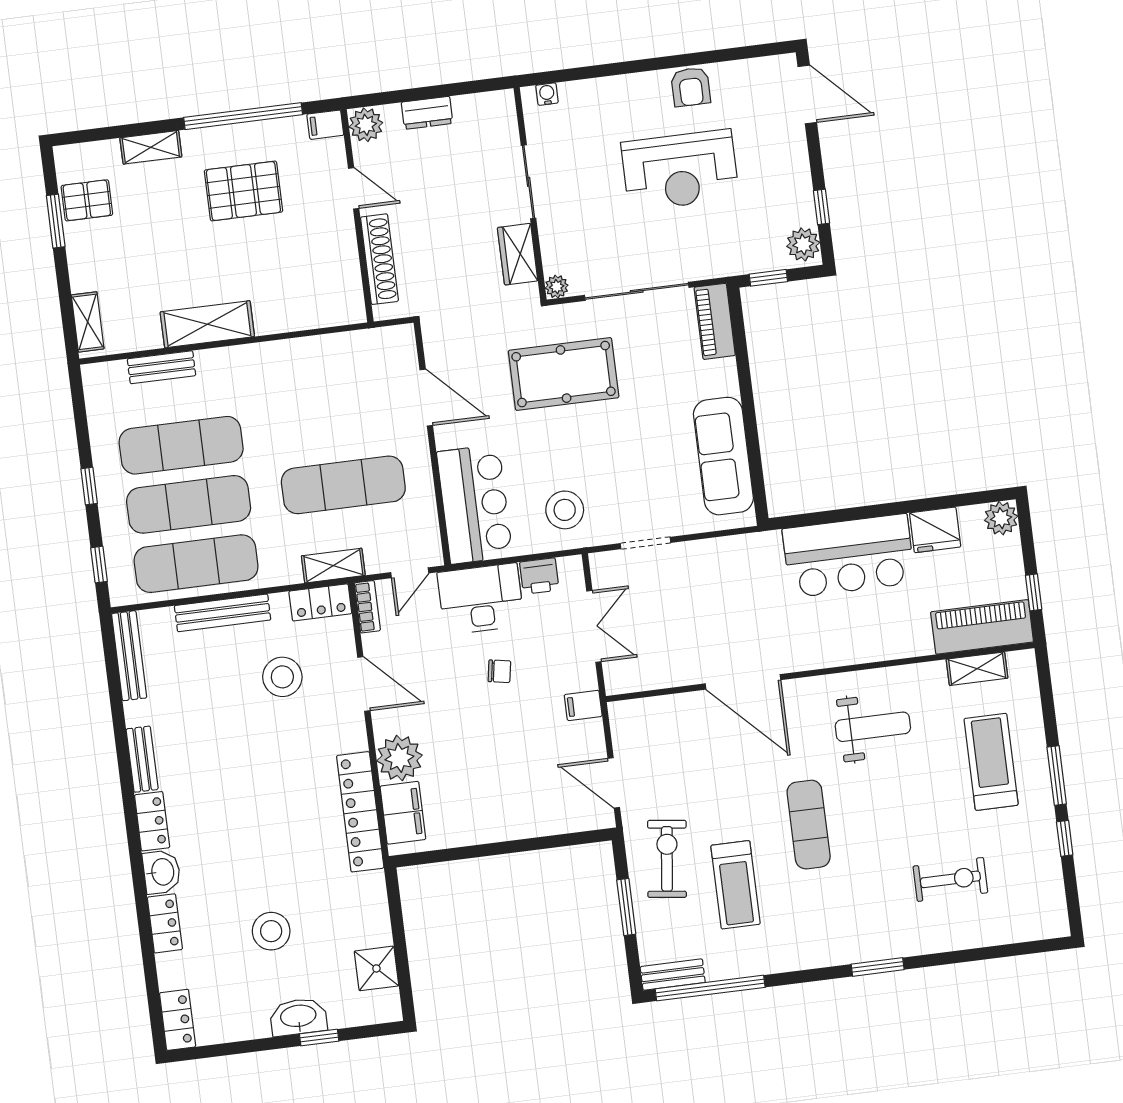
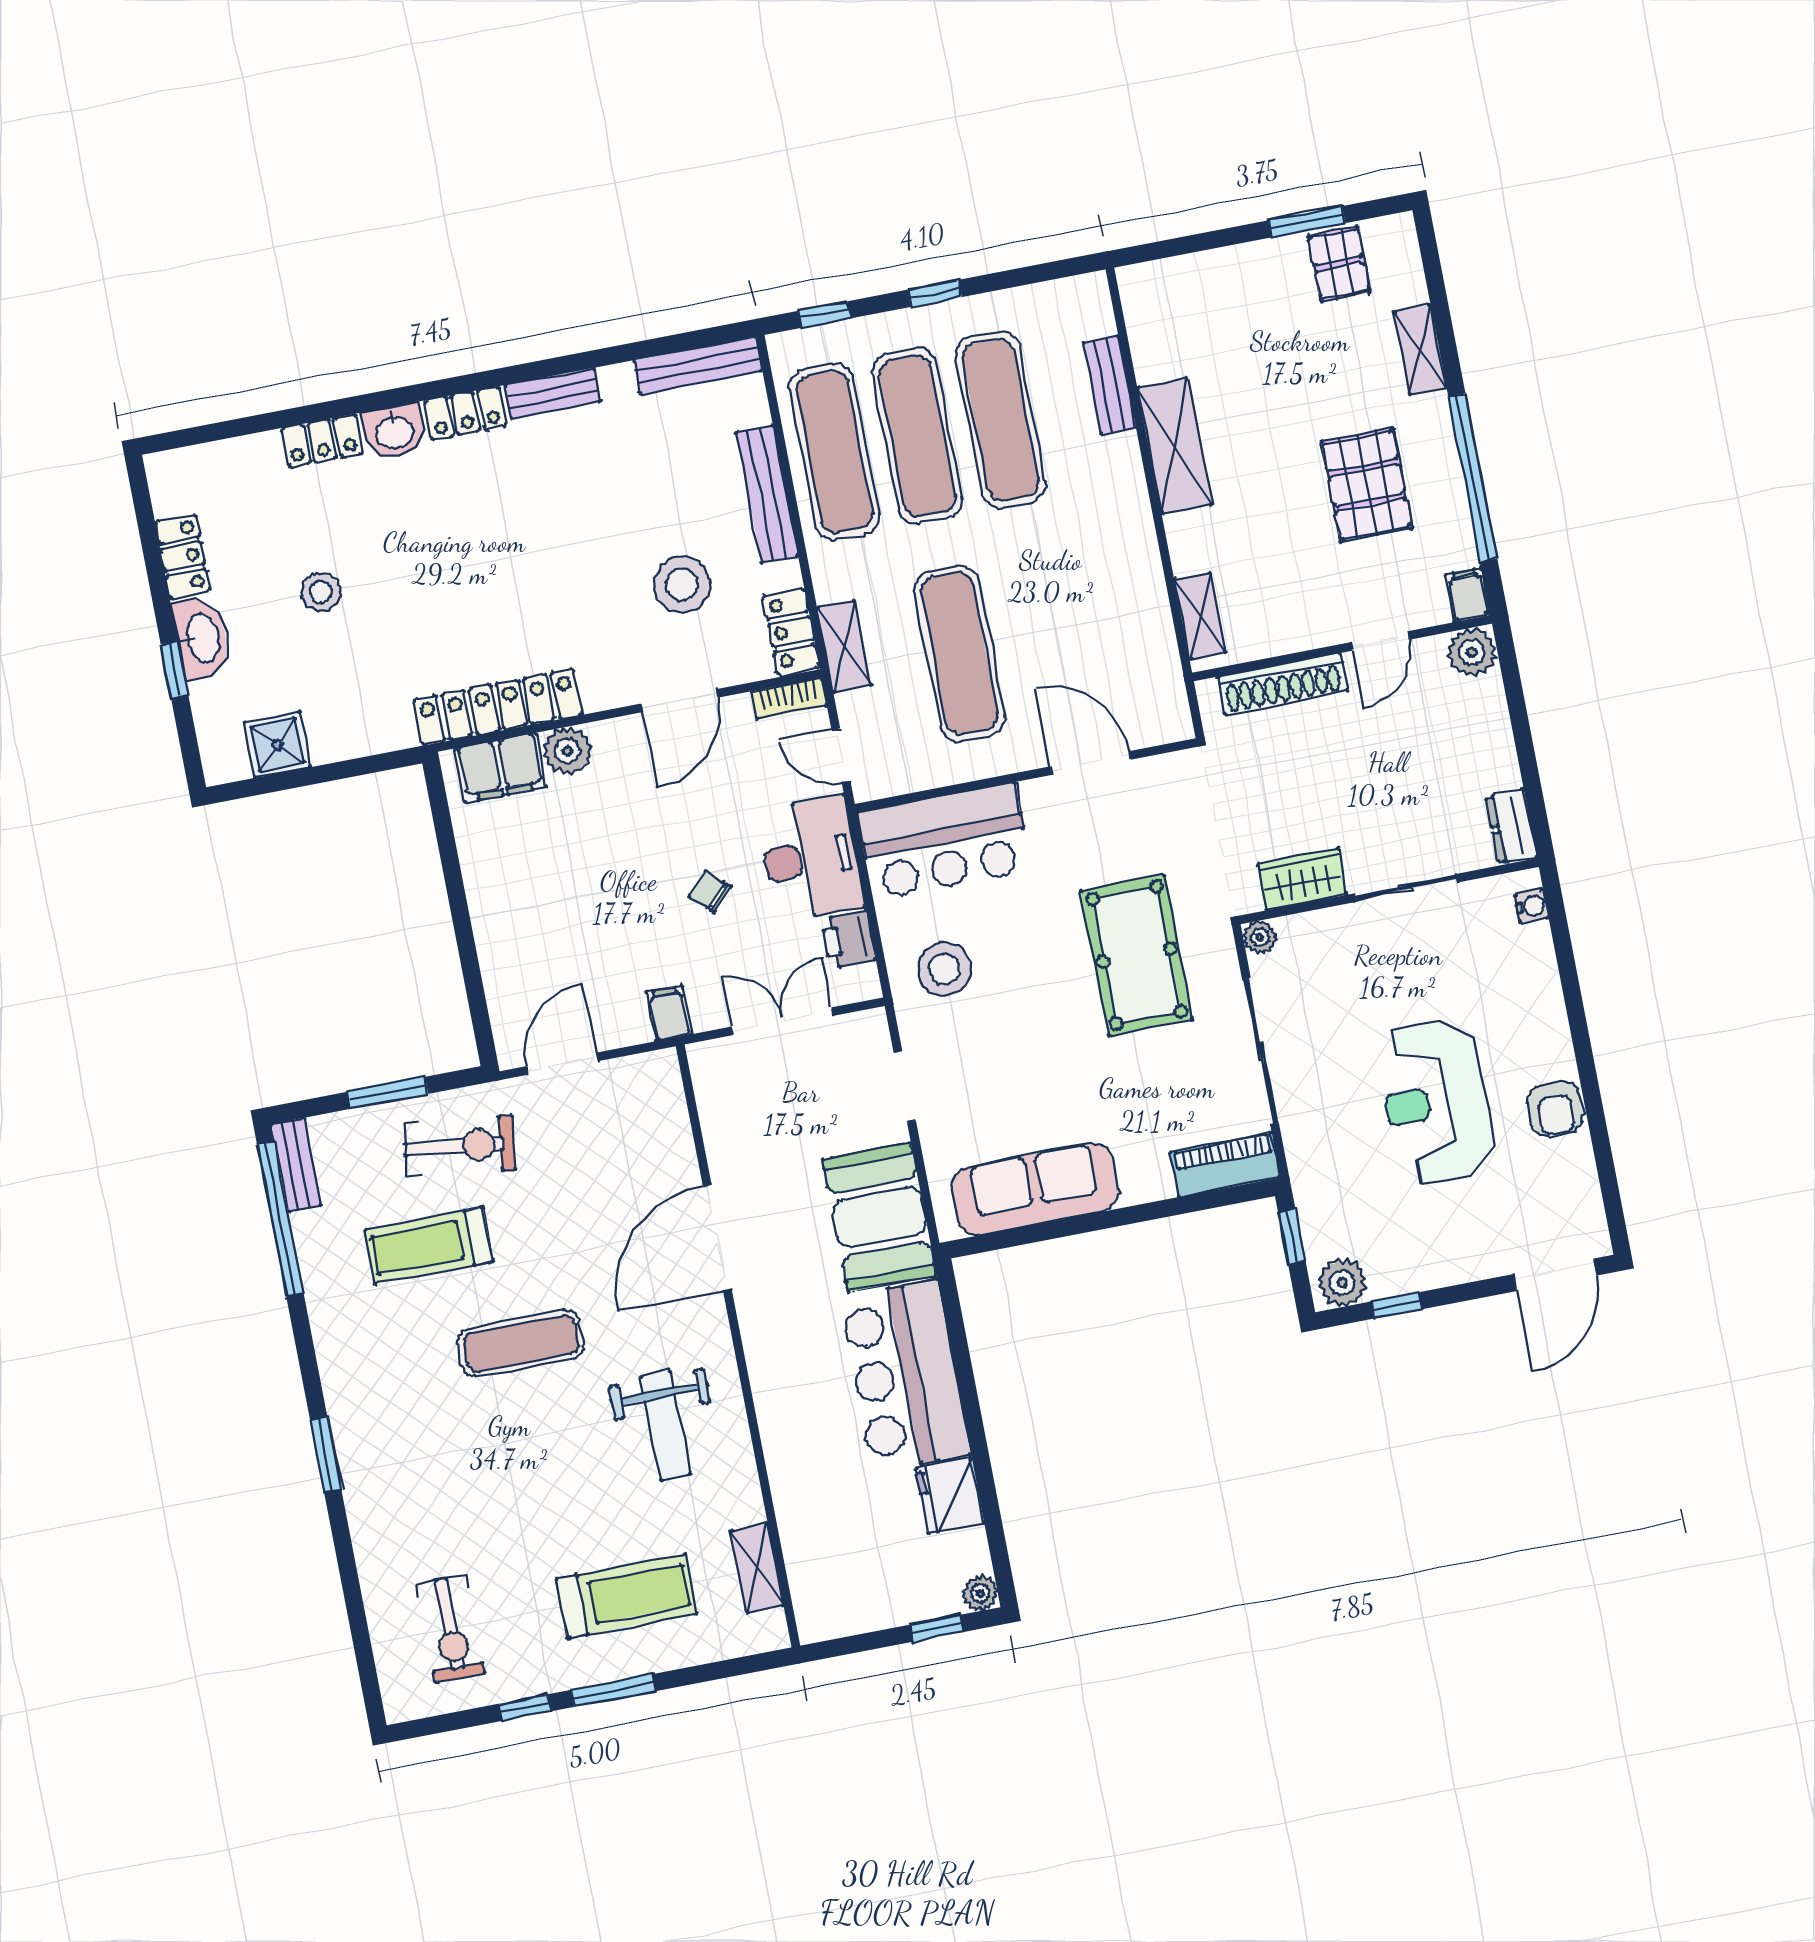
armchair: (691, 87) -> (1555, 1109), turned -90
dresser: (427, 113) -> (1511, 826), moved
shelving: (88, 322) -> (1200, 616), moved, turned 90
door: (426, 398) -> (1091, 763), swing flipped
plant: (1001, 518) -> (980, 1593), width x0.73, depth x0.73
booth: (736, 567) -> (879, 1217), added
window: (1034, 592) -> (937, 1628), moved
double door: (594, 626) -> (782, 1021), swing flipped
piano: (982, 627) -> (817, 1571), removed
chair: (499, 671) -> (710, 891), turned 123
plant: (399, 758) -> (568, 751), width x0.73, depth x0.73
exercise bike: (950, 879) -> (450, 1629), moved
stool: (271, 931) -> (321, 592), width x0.73, depth x0.73
locker: (178, 1020) -> (183, 556), moved, turned -90

